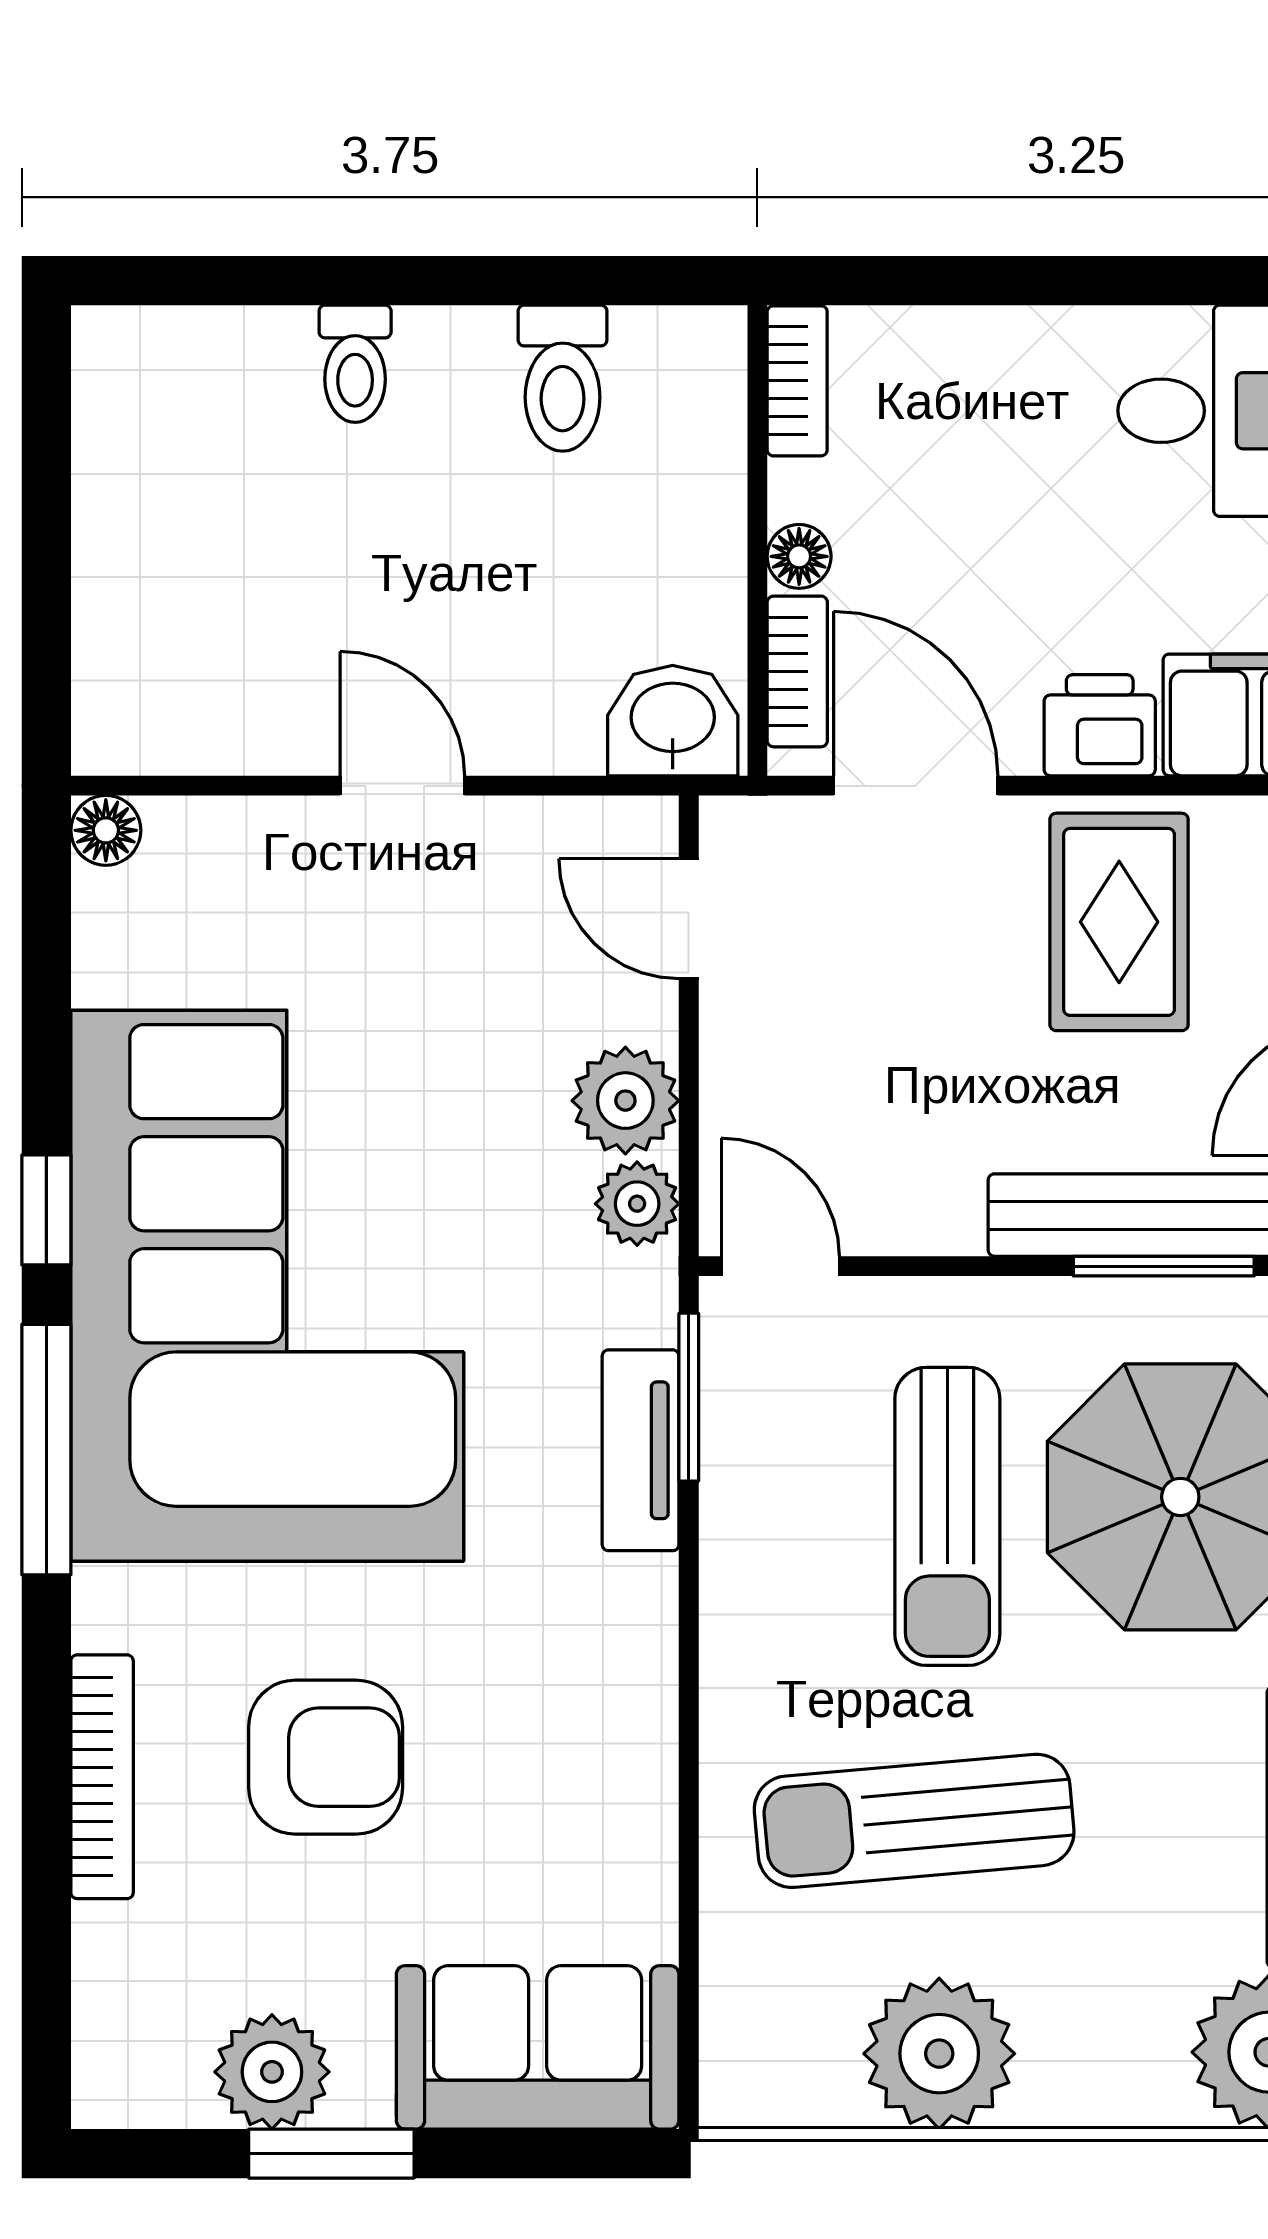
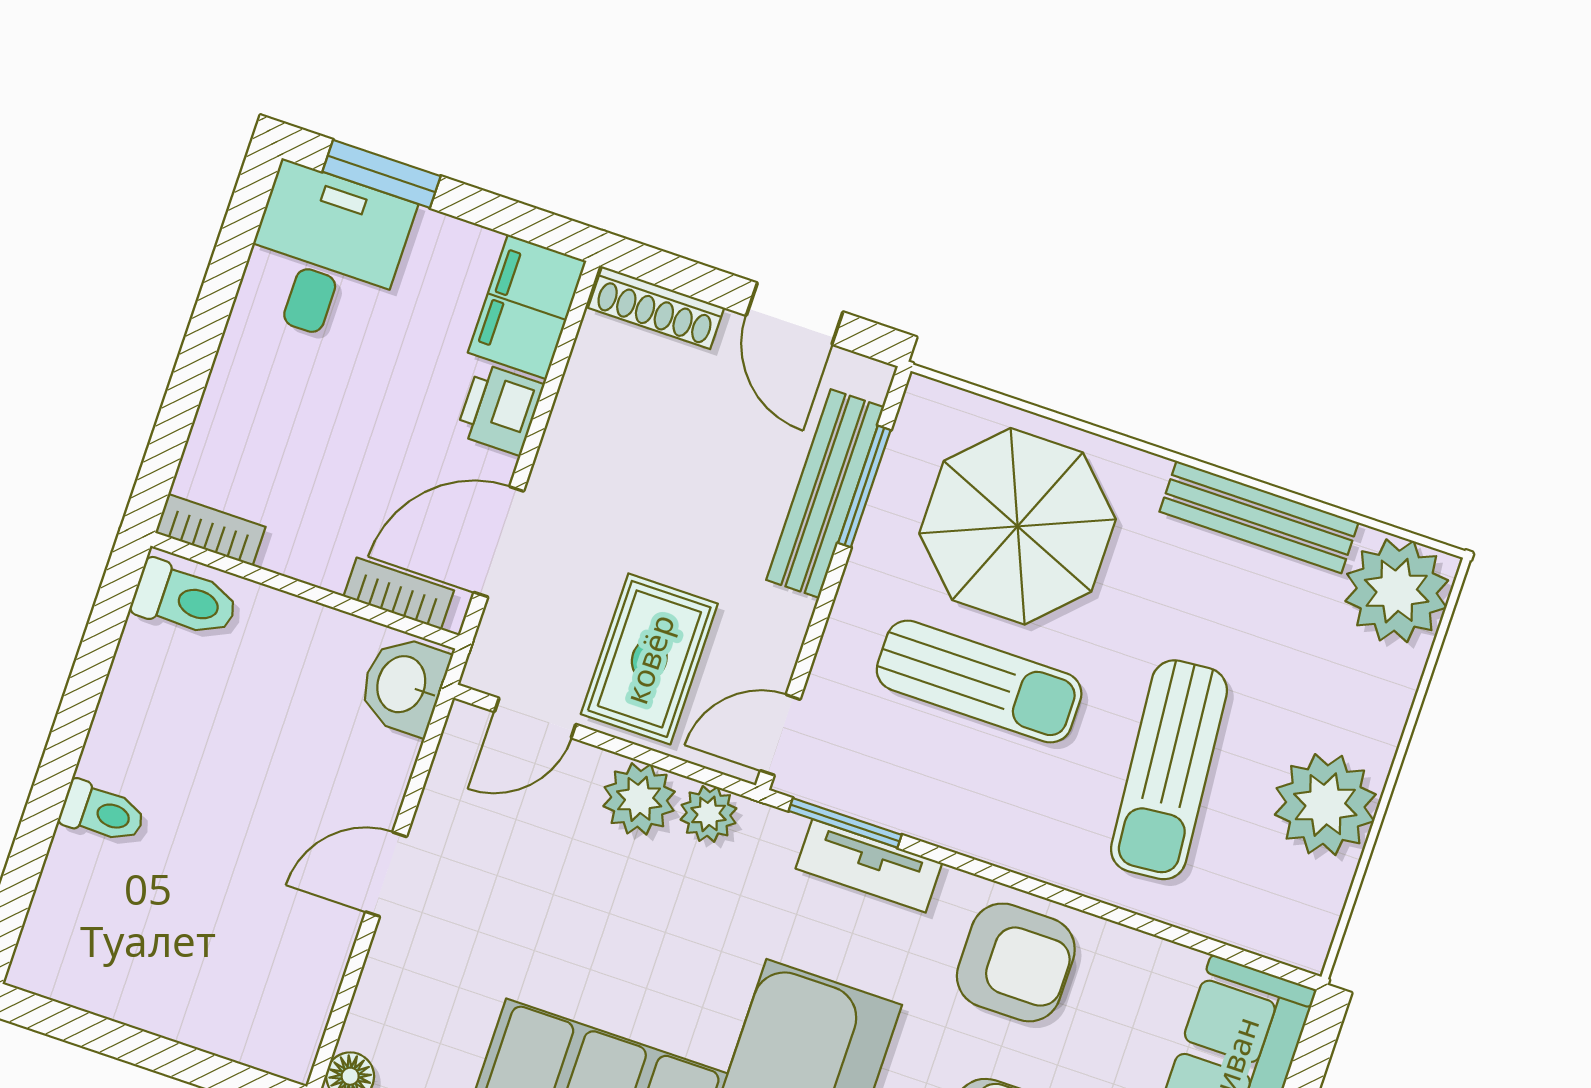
toilet: (563, 378) -> (185, 600), moved
floor lamp: (799, 556) -> (325, 567), removed
rug: (1119, 922) -> (649, 659), moved, turned 90
armchair: (575, 1699) -> (1016, 962), added

